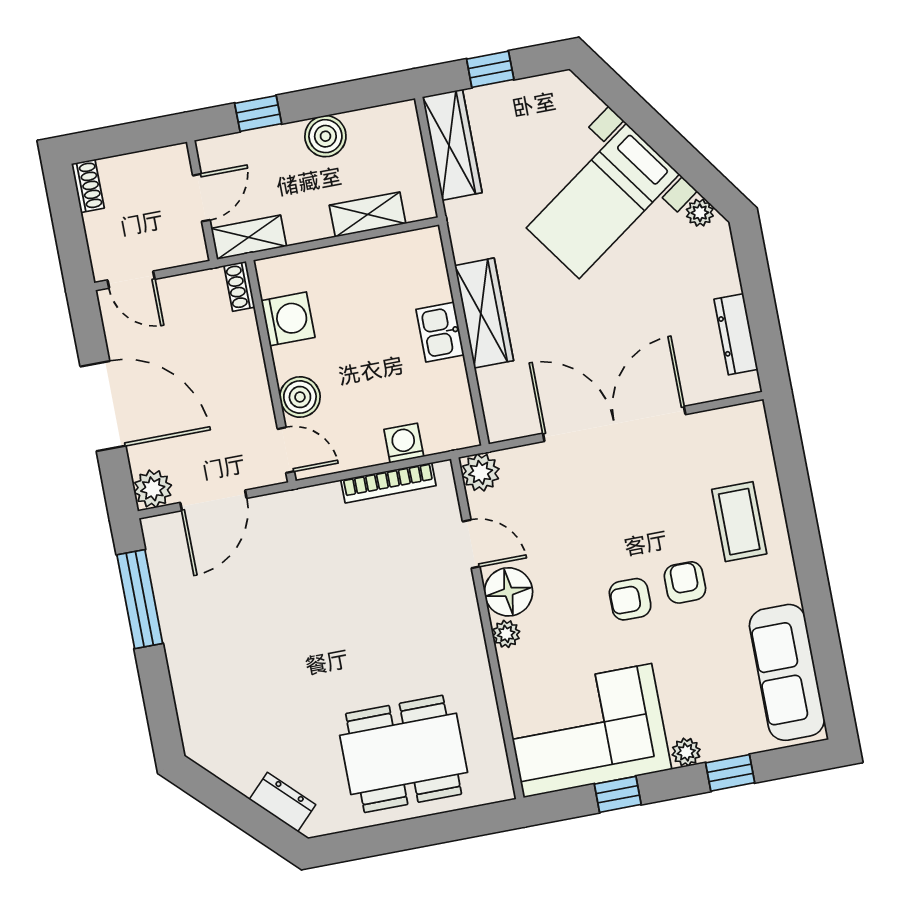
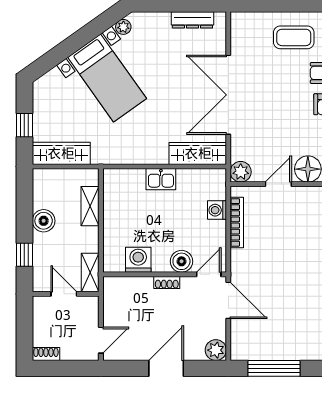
shoe rack: (240, 286) -> (167, 283), moved
wardrobe: (484, 313) -> (198, 153), moved
door: (103, 406) -> (166, 368), width x0.73
door: (213, 500) -> (228, 300), moved

